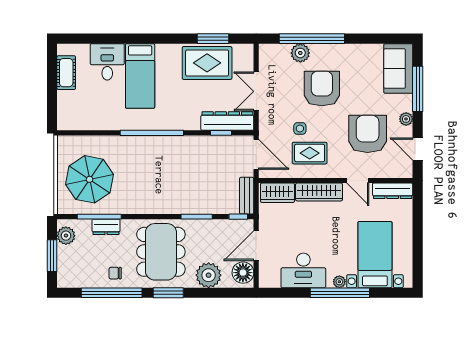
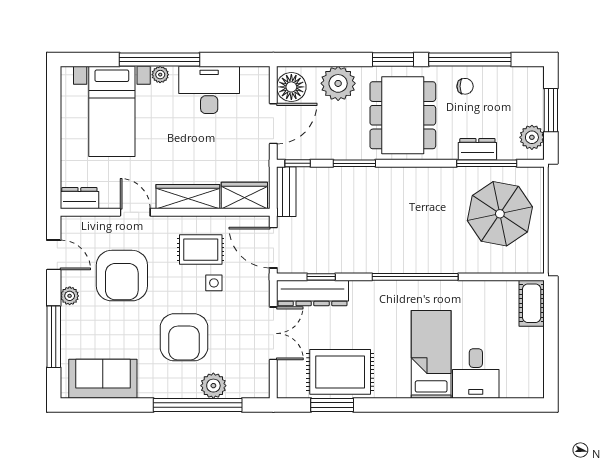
sofa: (398, 69) -> (103, 379), moved, turned -90
cot: (66, 73) -> (532, 303), moved
dresser: (393, 191) -> (79, 198), width x0.70

